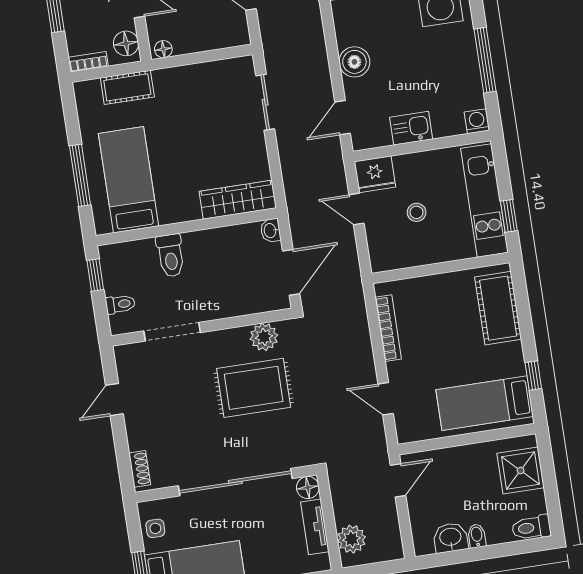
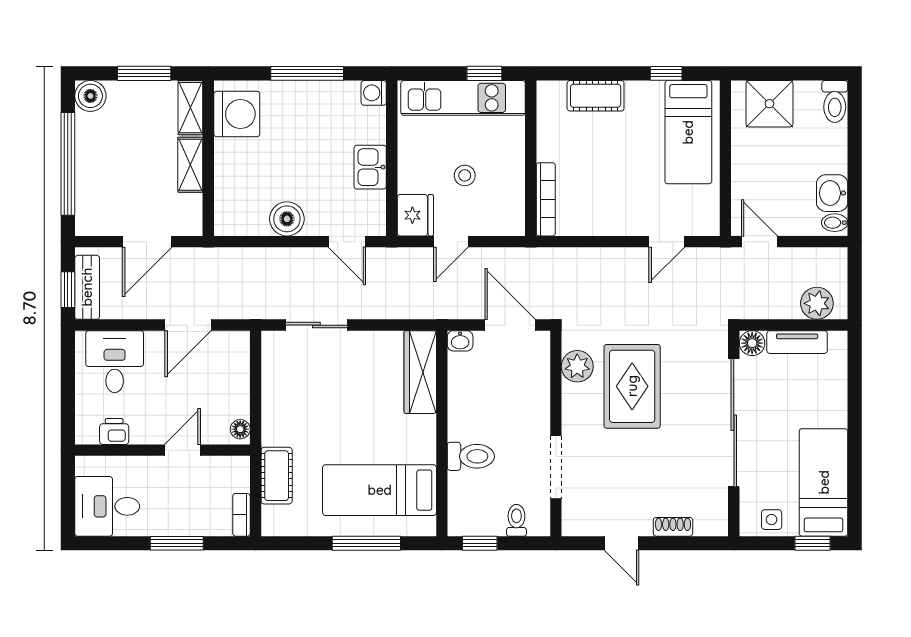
floor lamp: (126, 43) -> (227, 470), removed
cot: (498, 308) -> (596, 96), width x0.73, depth x0.75
bookcase: (388, 328) -> (546, 199), moved, turned 90
shoe rack: (140, 469) -> (673, 527), moved
bidet: (477, 536) -> (835, 223), moved

